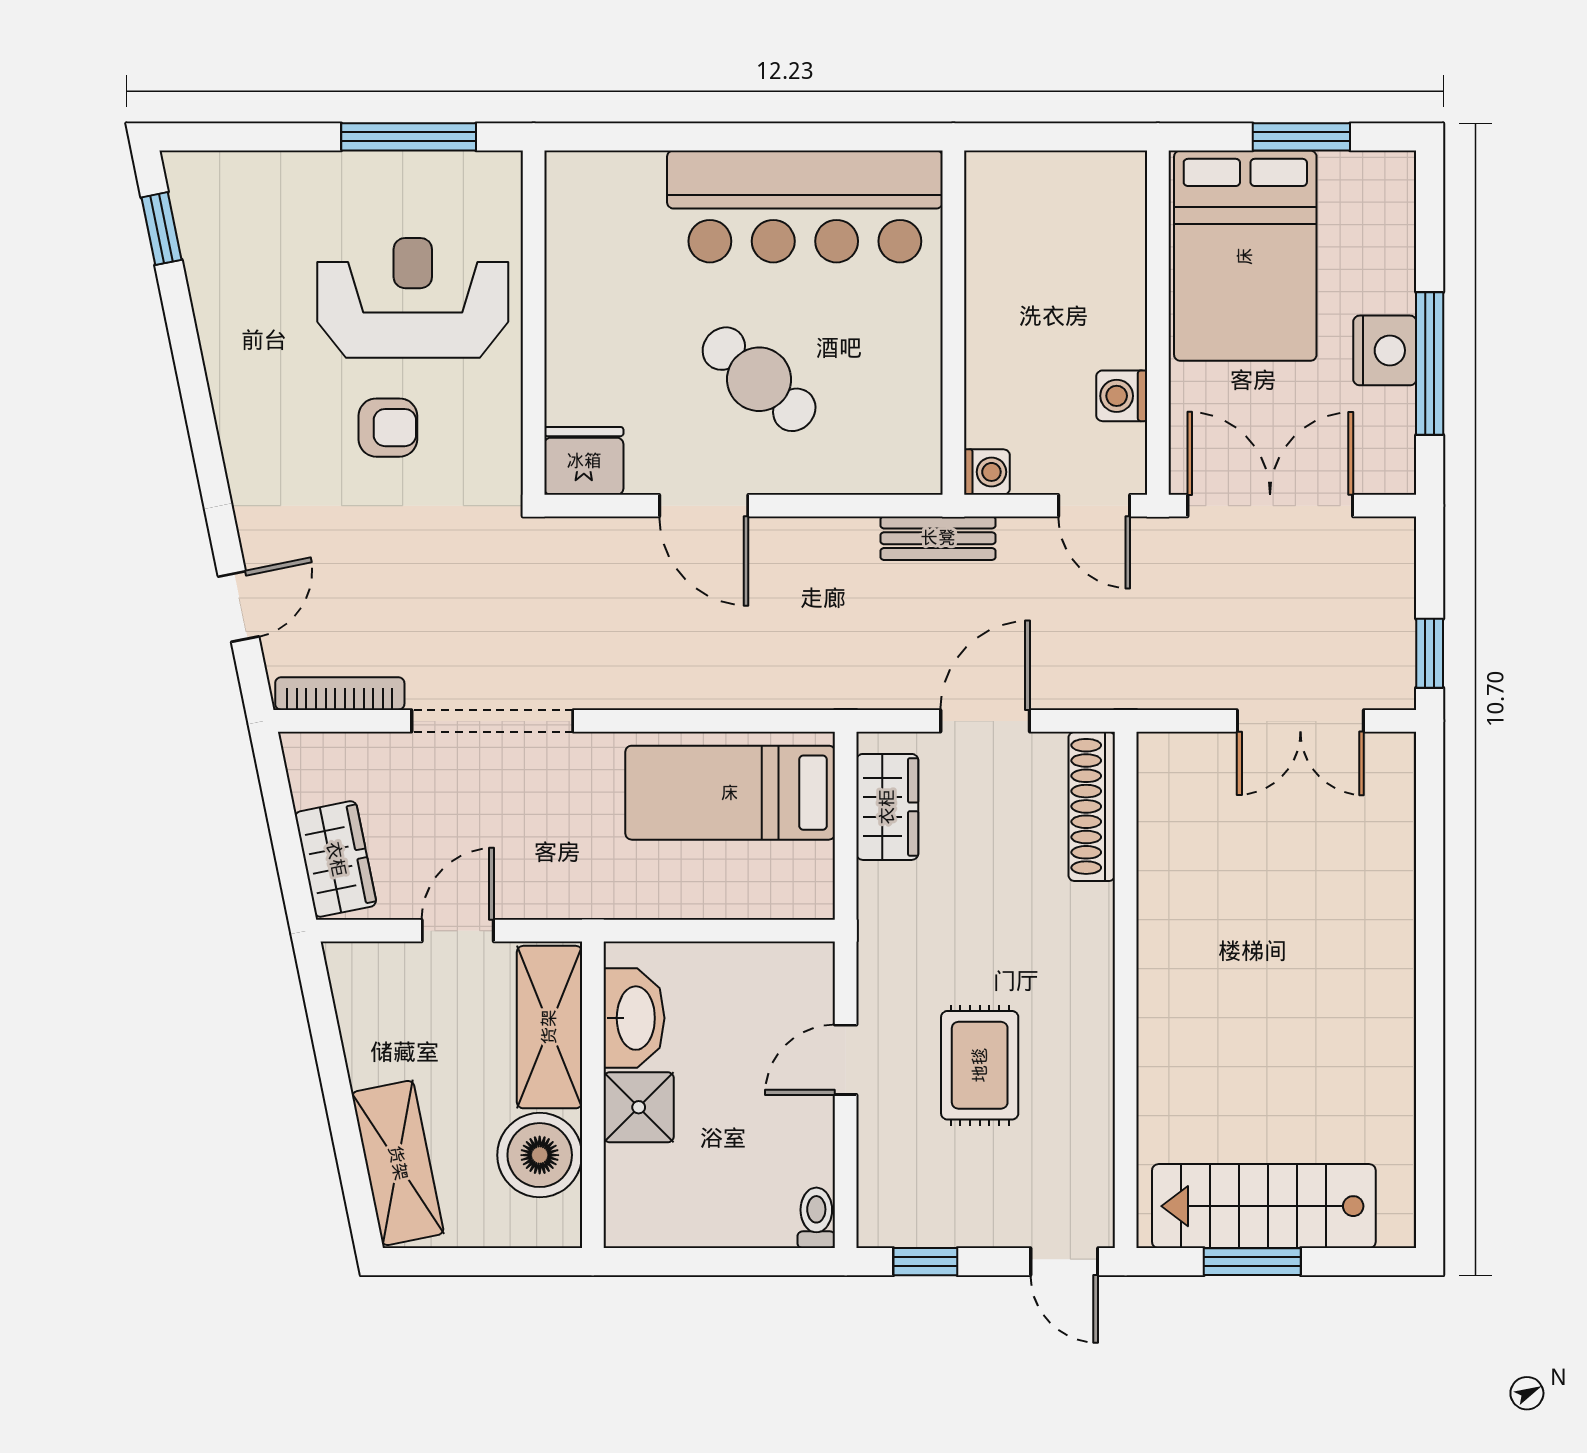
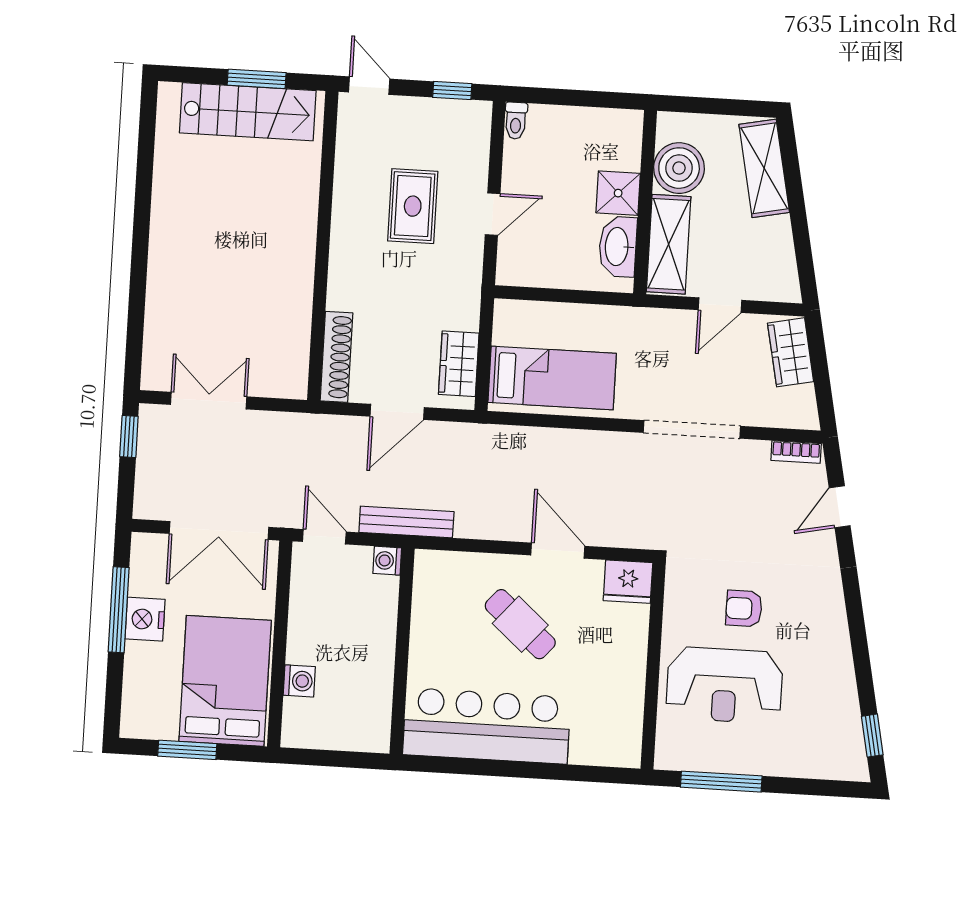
washing machine: (1122, 396) -> (299, 681), moved
bench: (938, 538) -> (406, 522), width x1.36
bookcase: (340, 694) -> (796, 452), width x0.64

